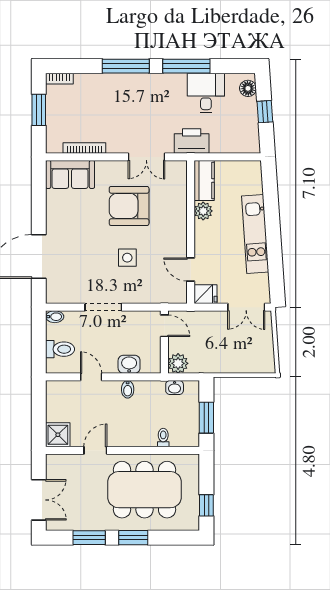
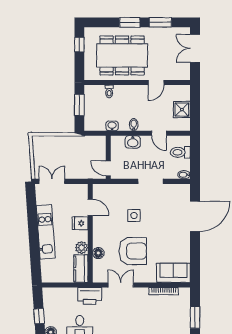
floor lamp: (179, 203) -> (98, 253), added
fridge: (205, 294) -> (80, 223), moved
plant: (178, 363) -> (99, 143), removed
washbasin: (175, 388) -> (112, 126), moved
shower: (58, 435) -> (182, 110), moved

